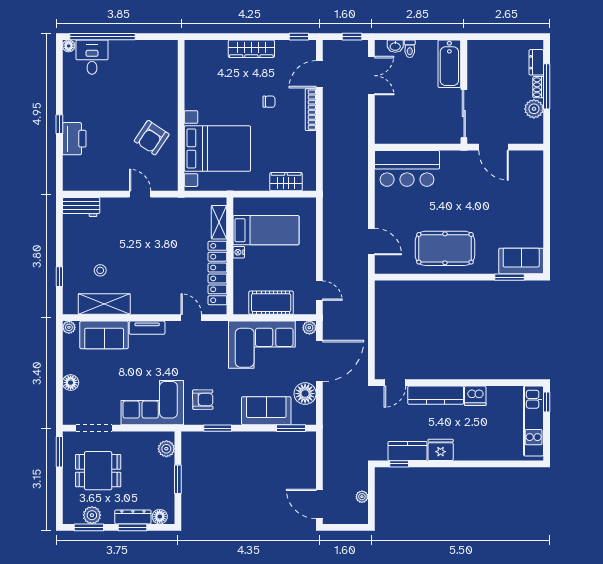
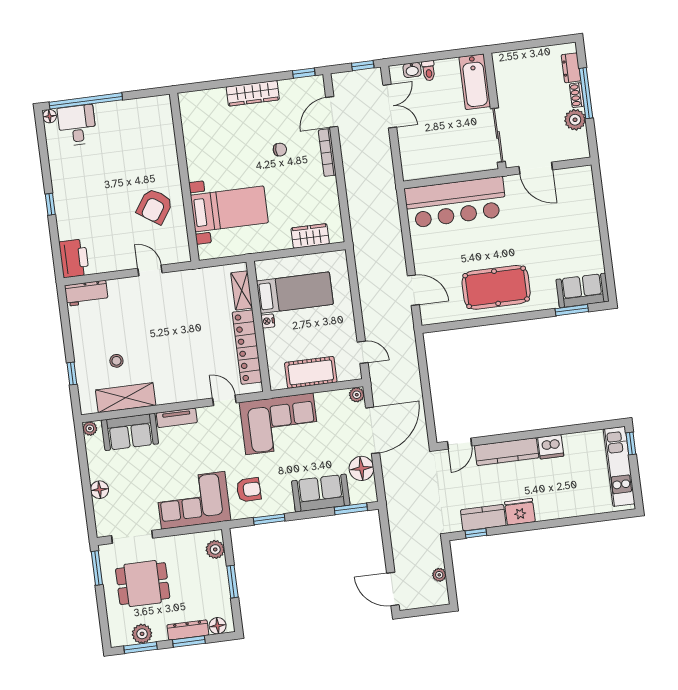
printer: (74, 139) -> (74, 258), moved
bed with nightstands: (217, 149) -> (229, 209), width x0.73
bar counter: (407, 168) -> (456, 202), width x1.36
corner sofa: (262, 345) -> (279, 424), moved

